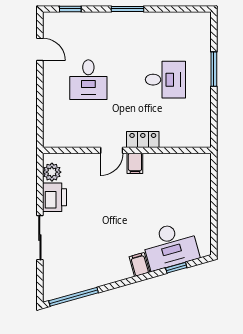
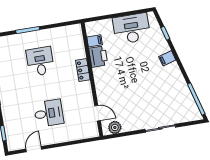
door: (112, 150) -> (98, 113), moved
filing cabinet: (135, 163) -> (95, 41), moved
printer: (54, 197) -> (98, 57), moved, turned 90
desk: (170, 246) -> (131, 29), moved, turned -74

